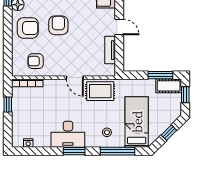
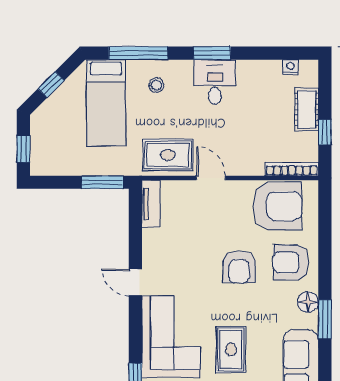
door: (119, 27) -> (135, 282), moved
tv unit: (110, 50) -> (151, 204), moved
armchair: (36, 61) -> (278, 206), width x1.88, depth x1.88
window: (160, 75) -> (102, 182), moved
cot: (169, 86) -> (307, 109), moved, turned 90
desk: (68, 134) -> (215, 82), width x0.73

